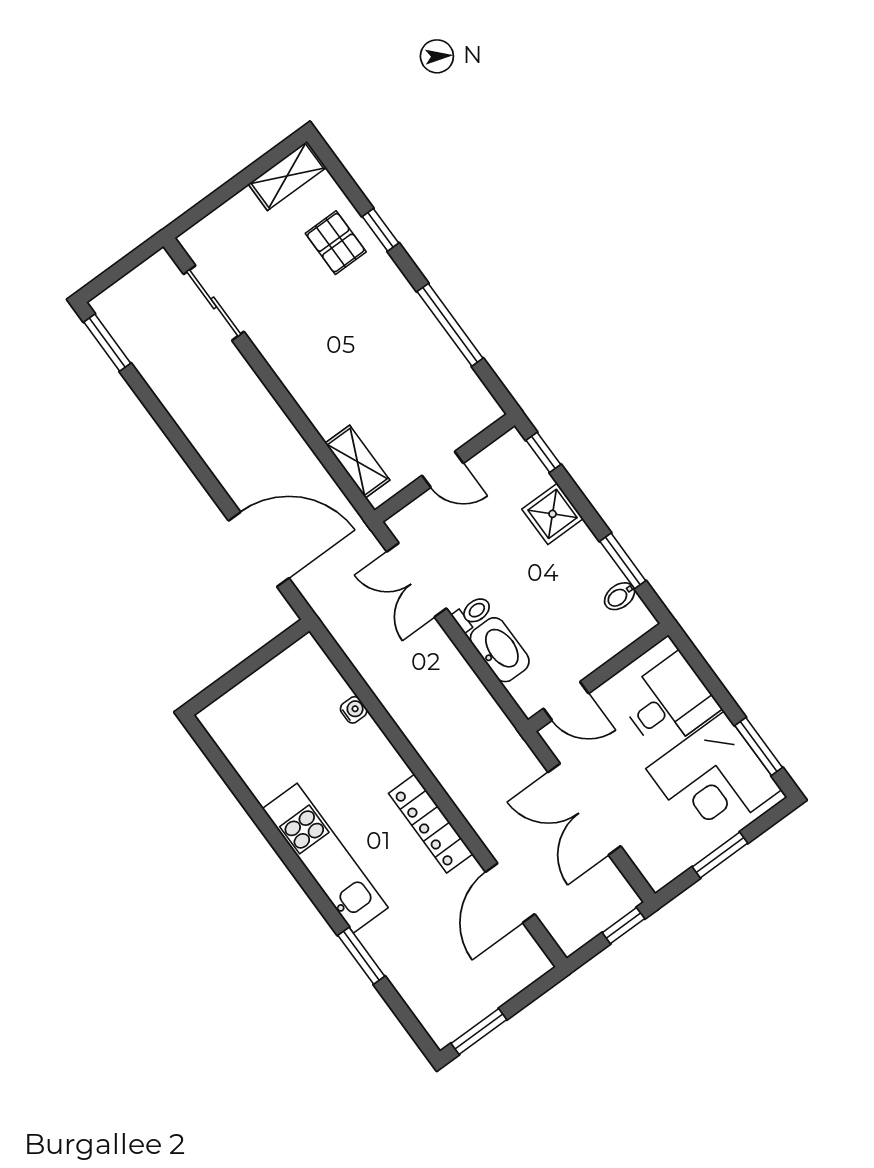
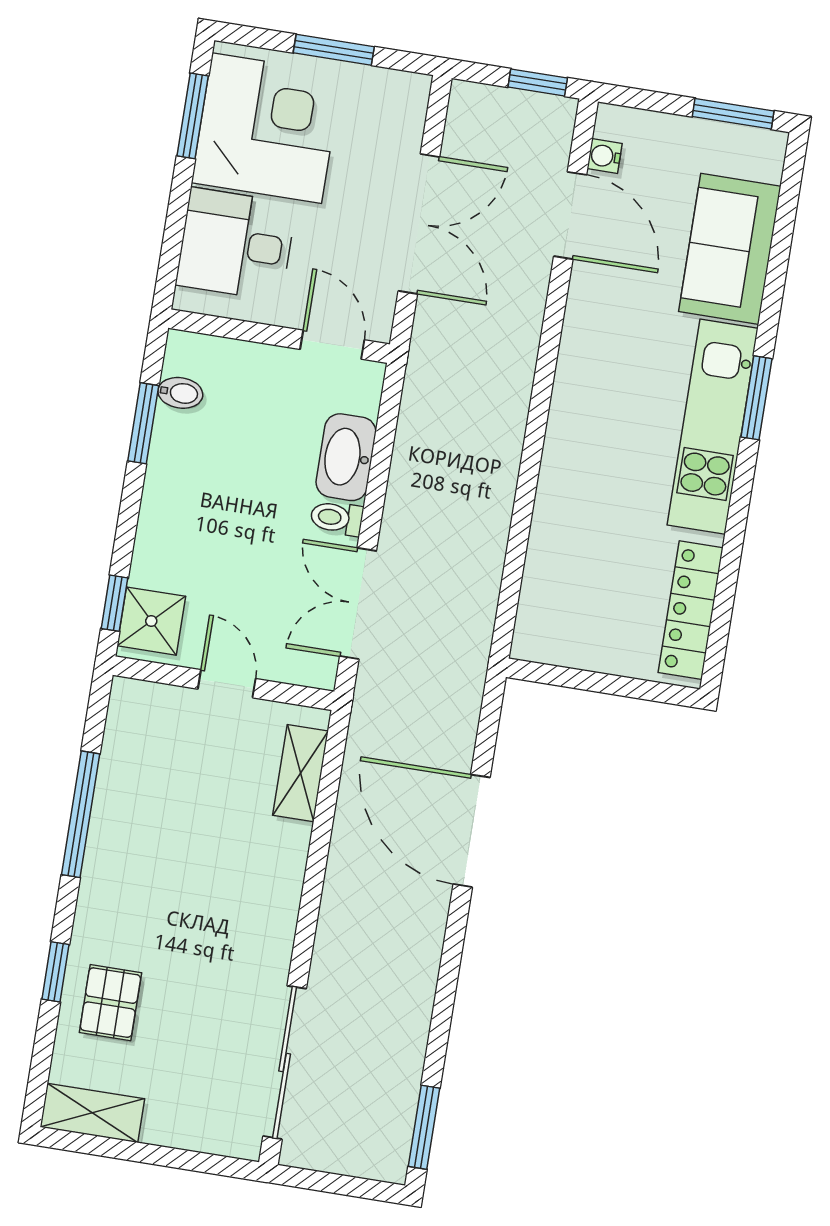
sliding door: (214, 303) -> (285, 1062), width x1.37
shower: (553, 514) -> (151, 621), moved
door: (259, 549) -> (472, 831), moved
double door: (417, 580) -> (358, 604), swing flipped
water cooler: (354, 710) -> (605, 156), moved
locker: (431, 824) -> (691, 610), moved, turned 180
door: (510, 893) -> (570, 215), hinge flipped
window: (623, 926) -> (538, 82), moved
window: (361, 956) -> (756, 398), moved
sofa: (410, 960) -> (730, 249), added

